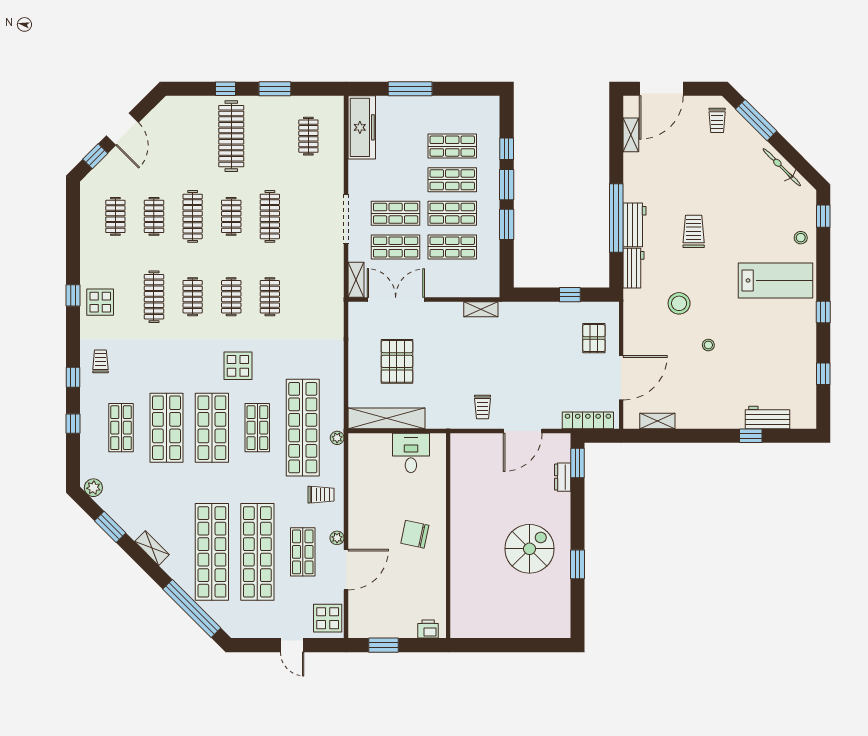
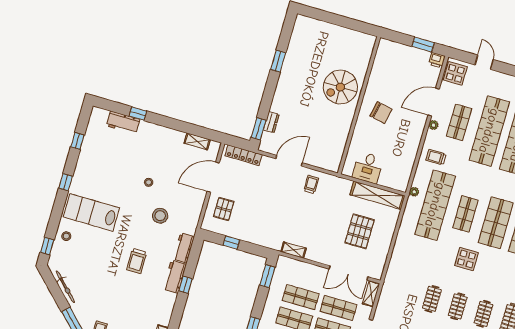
window: (616, 218) -> (186, 285), width x0.32
window: (507, 224) -> (267, 276), moved
spiral stairs: (530, 549) -> (340, 87), moved
printer: (428, 629) -> (437, 60), moved

